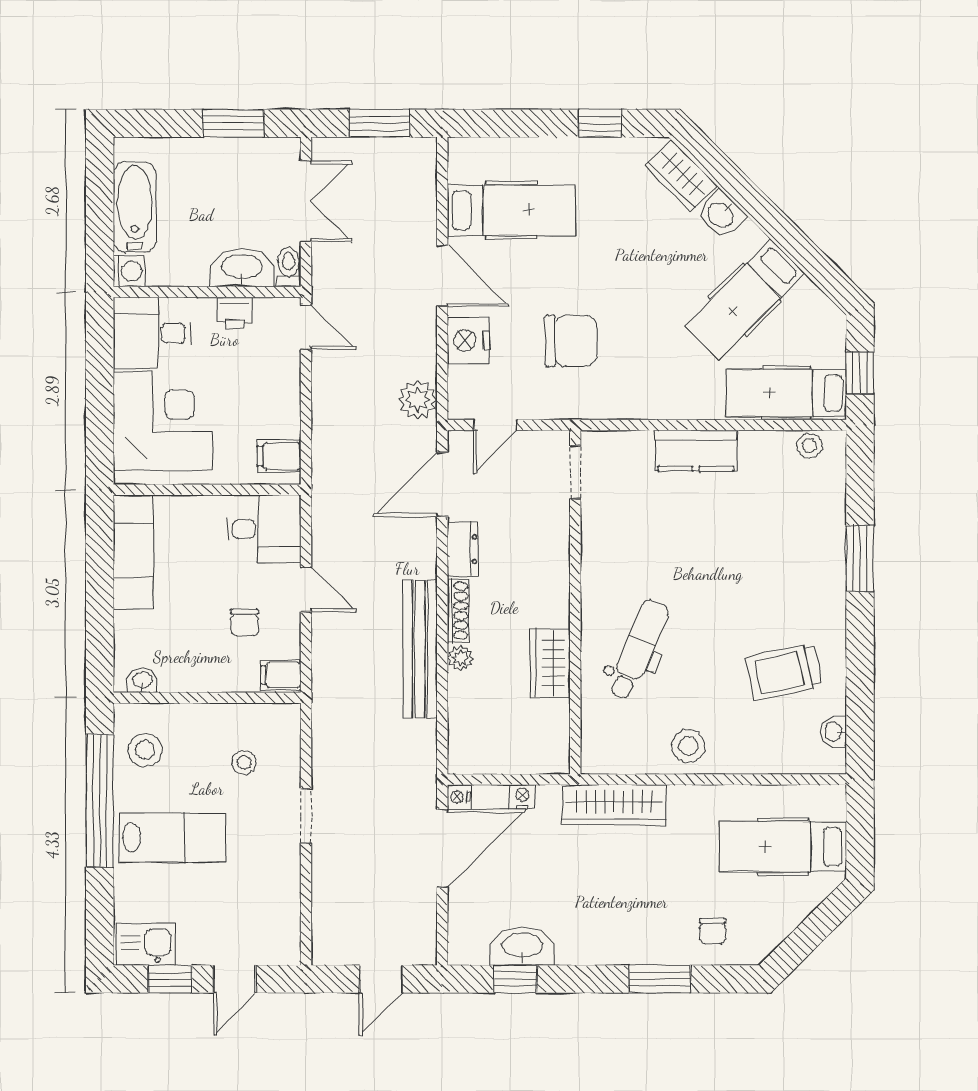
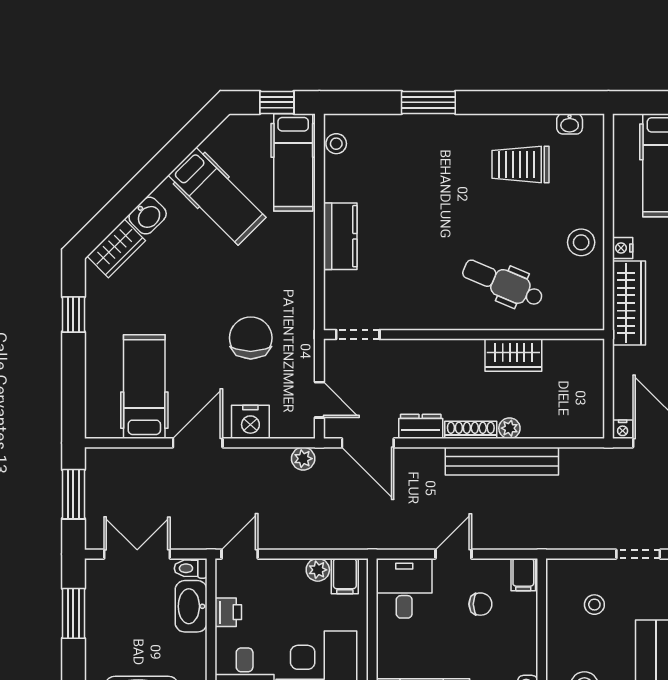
plant: (418, 400) -> (303, 459), width x0.73, depth x0.73
plant: (287, 423) -> (318, 570), added
trolley: (784, 672) -> (521, 164), turned 102
nightstand: (522, 797) -> (623, 248), moved

